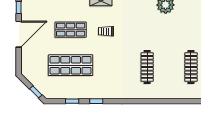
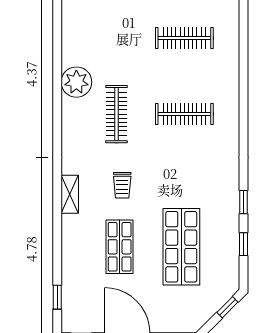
clothes rail: (147, 28) -> (116, 114), added

